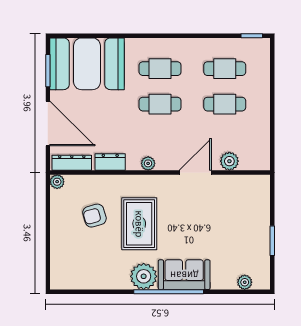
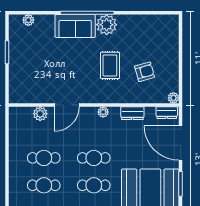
dresser: (72, 163) -> (167, 113), width x0.70
rug: (139, 224) -> (110, 65), width x0.73, depth x0.70

